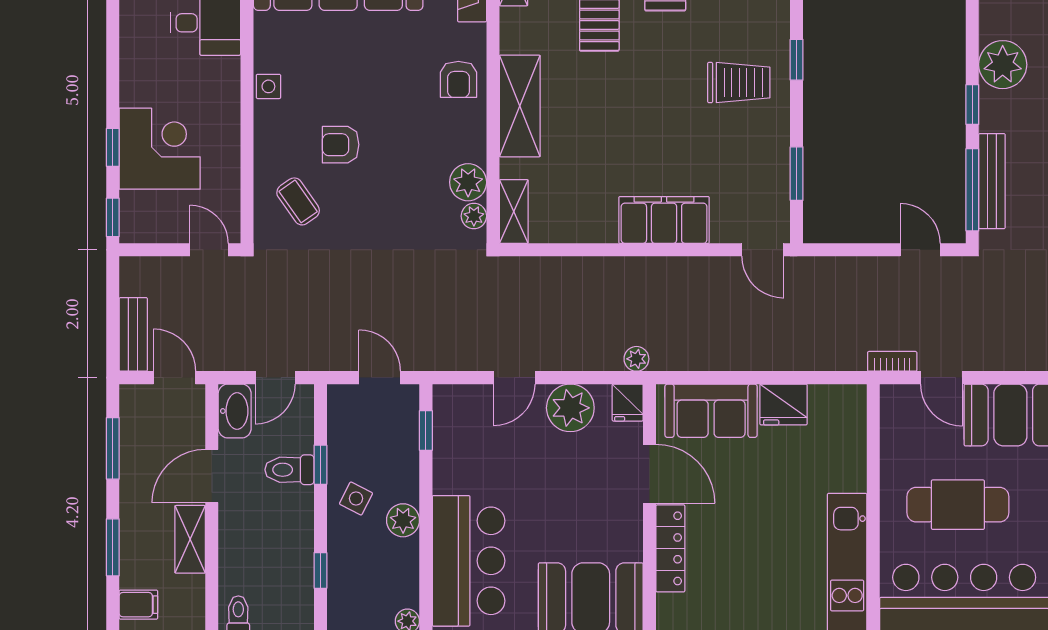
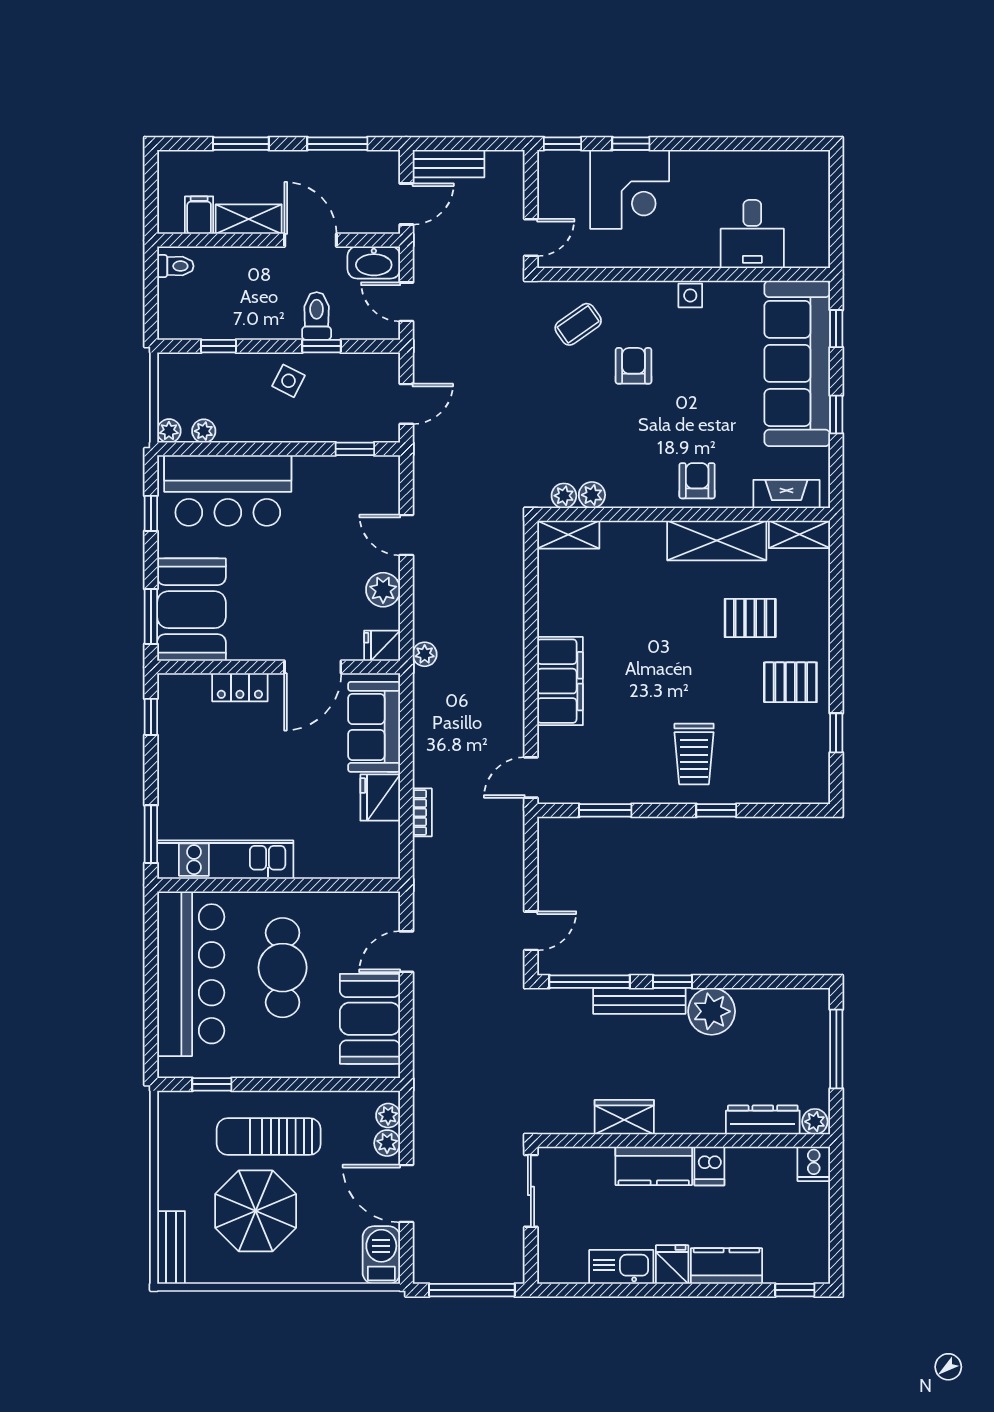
armchair: (458, 79) -> (697, 481), turned 90
shelving: (520, 106) -> (717, 540), moved
bench: (992, 181) -> (639, 1001), moved
plant: (468, 182) -> (592, 495), width x0.73, depth x0.73
bookcase: (892, 361) -> (422, 812), moved
plant: (570, 408) -> (383, 590), width x0.73, depth x0.73
plant: (403, 520) -> (204, 431), moved, width x0.73, depth x0.73
locker: (670, 548) -> (240, 687), width x0.66
filing cabinet: (138, 605) -> (199, 215), moved, turned 180

